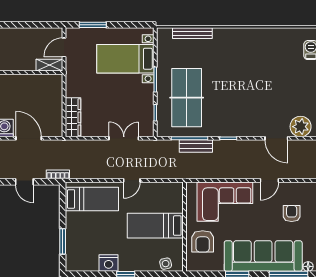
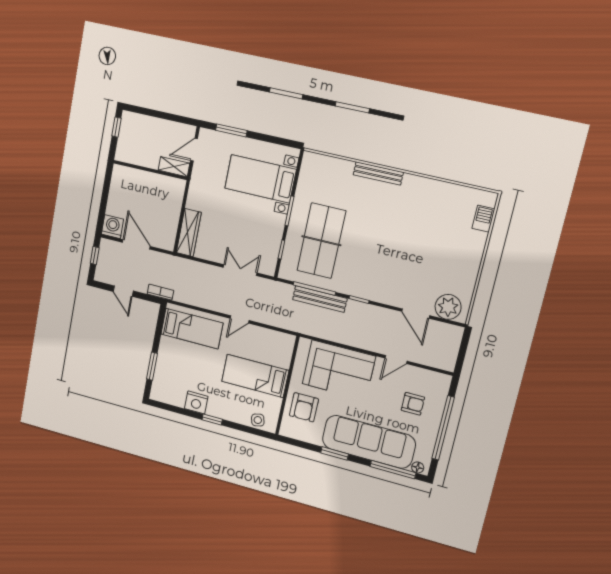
bench: (192, 33) -> (378, 173), moved
bench: (196, 146) -> (320, 299), width x1.36
armchair: (292, 214) -> (413, 404), turned 90

